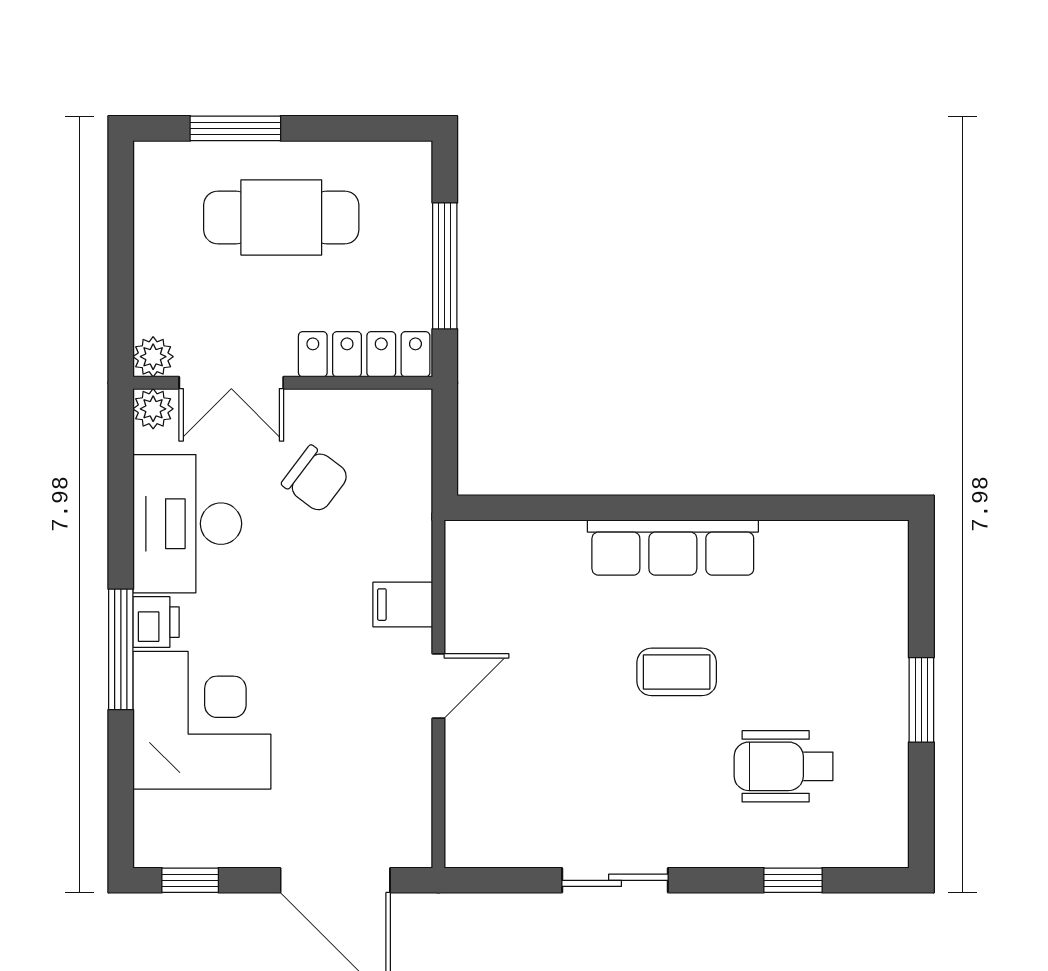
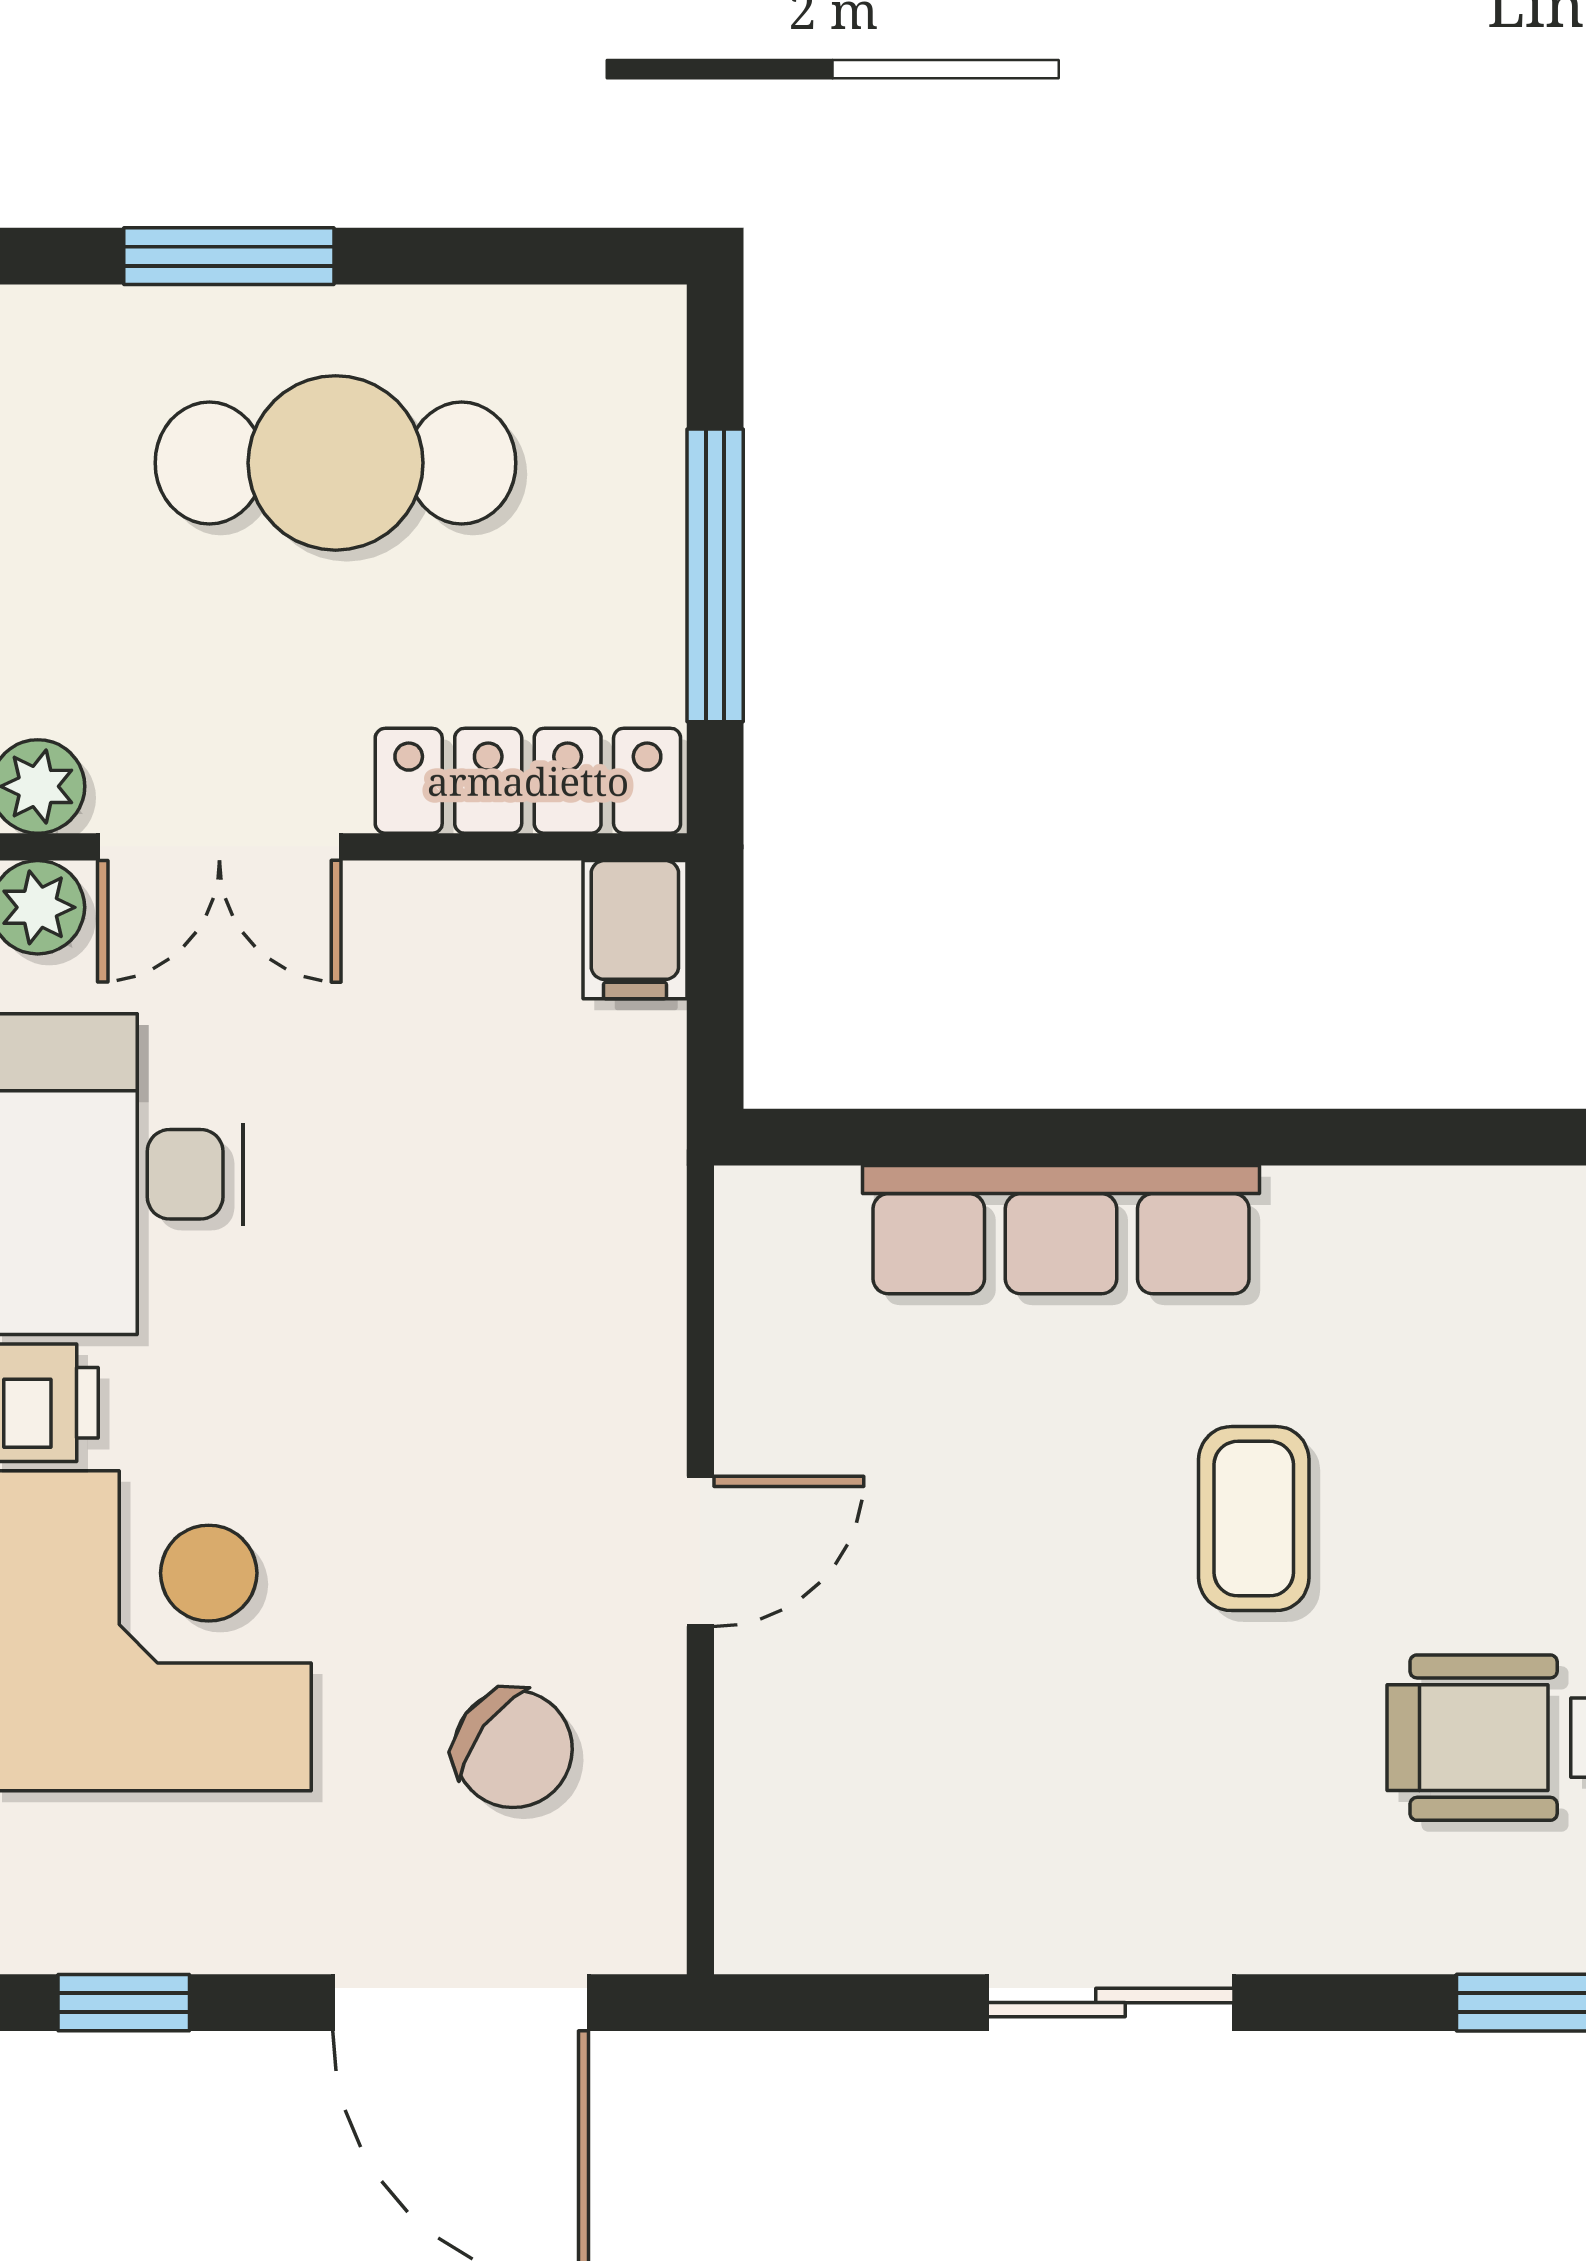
chair: (316, 479) -> (513, 1749), moved
row of seats: (673, 548) -> (1061, 1230), moved
filing cabinet: (403, 605) -> (635, 930), moved, turned -90
coffee table: (677, 672) -> (1254, 1519), turned 90

